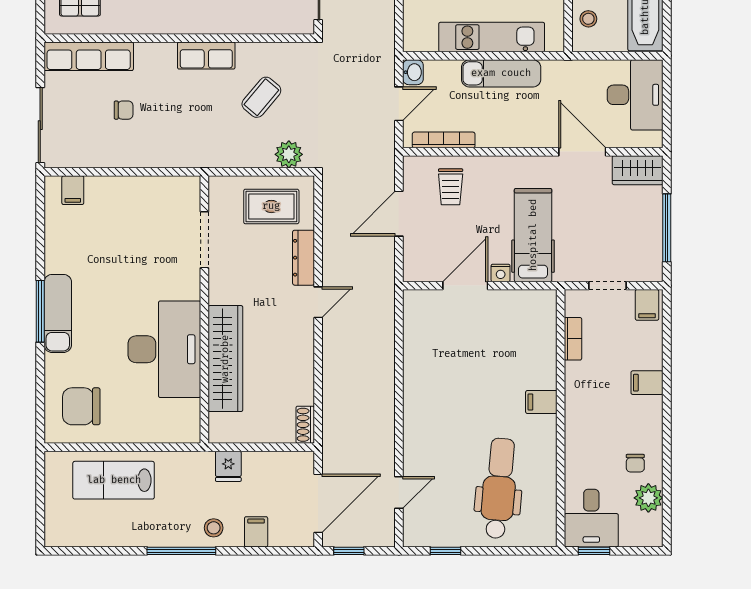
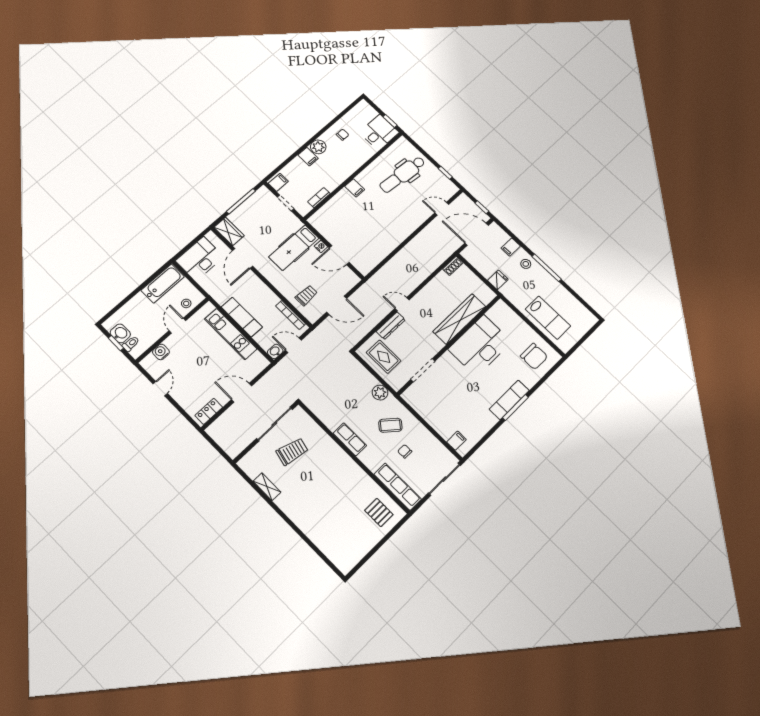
coffee table: (261, 97) -> (390, 425), moved
plant: (289, 154) -> (380, 393), moved
plant: (648, 498) -> (318, 147), moved

